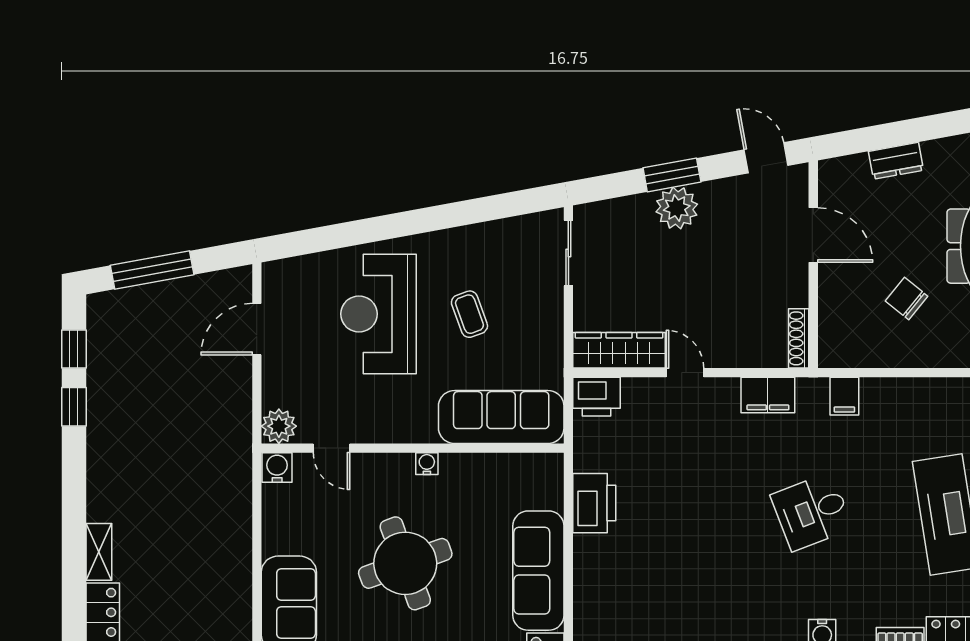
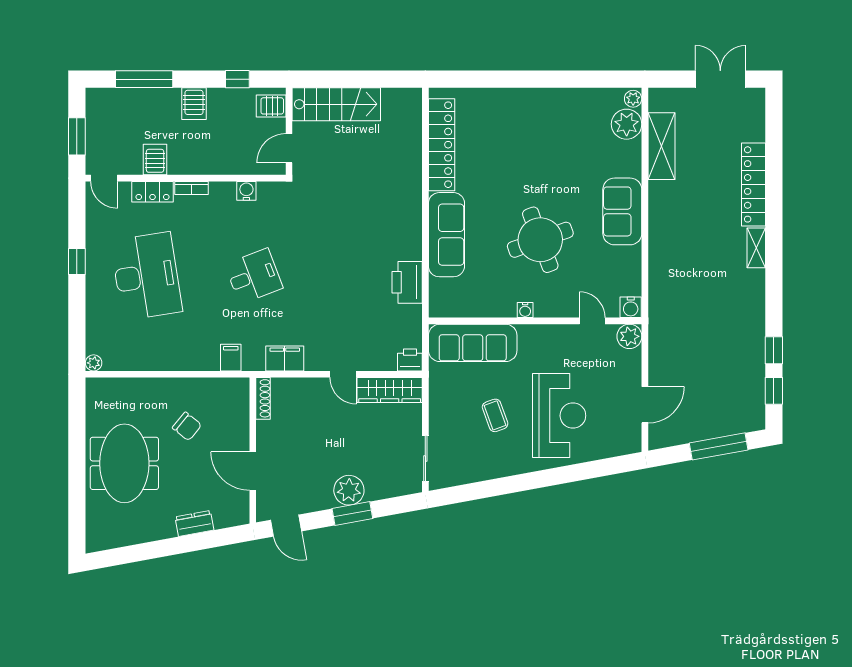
printer: (597, 397) -> (410, 360), width x0.73, depth x0.81

